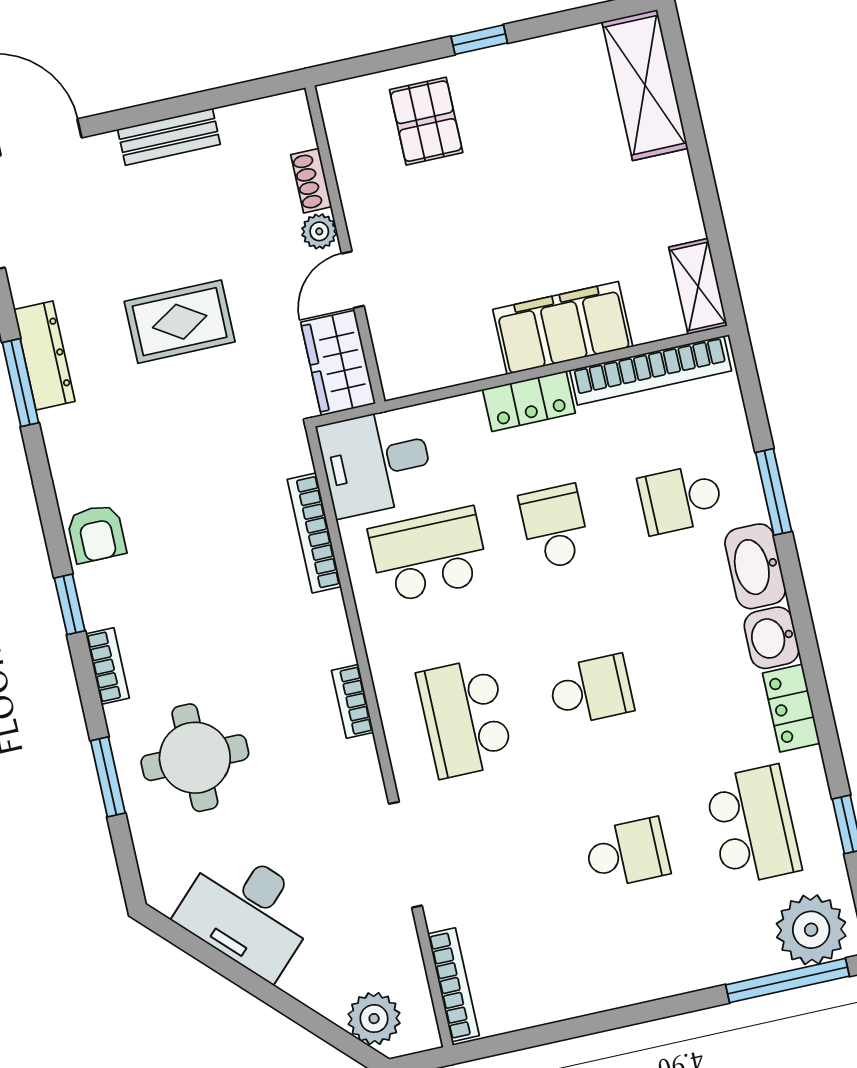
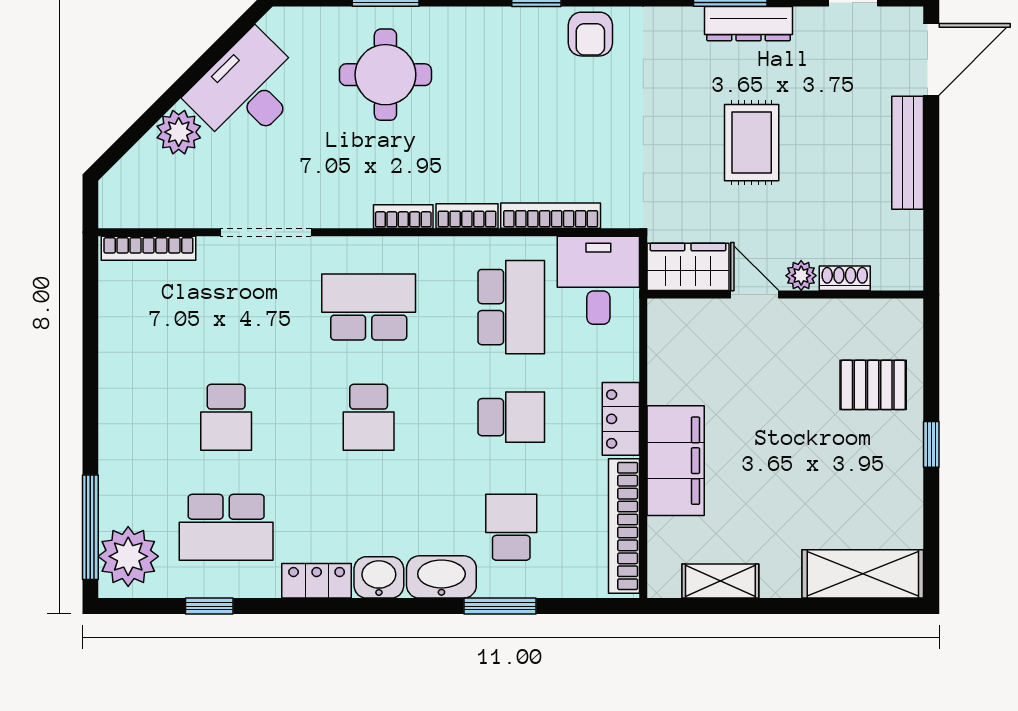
bench: (169, 137) -> (908, 153), width x1.36
shelving: (698, 286) -> (720, 581), moved
armchair: (96, 534) -> (590, 34), turned -90
bookcase: (107, 666) -> (467, 216), moved, turned 180
plant: (374, 1019) -> (179, 132), moved

